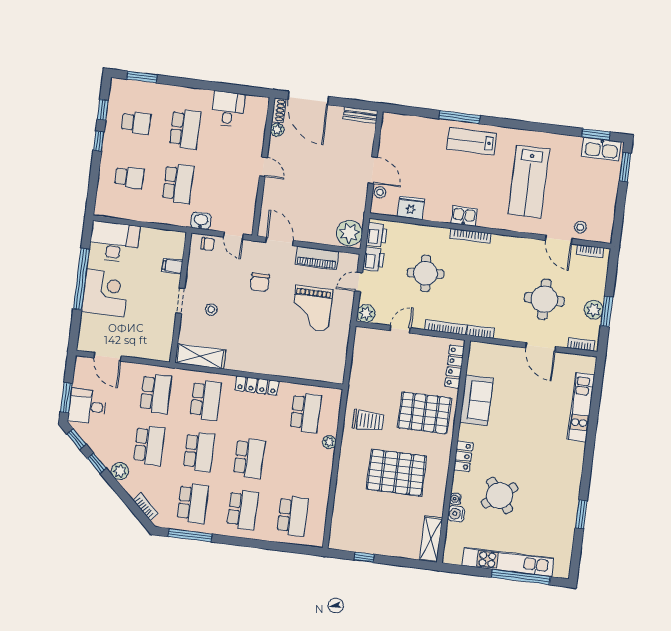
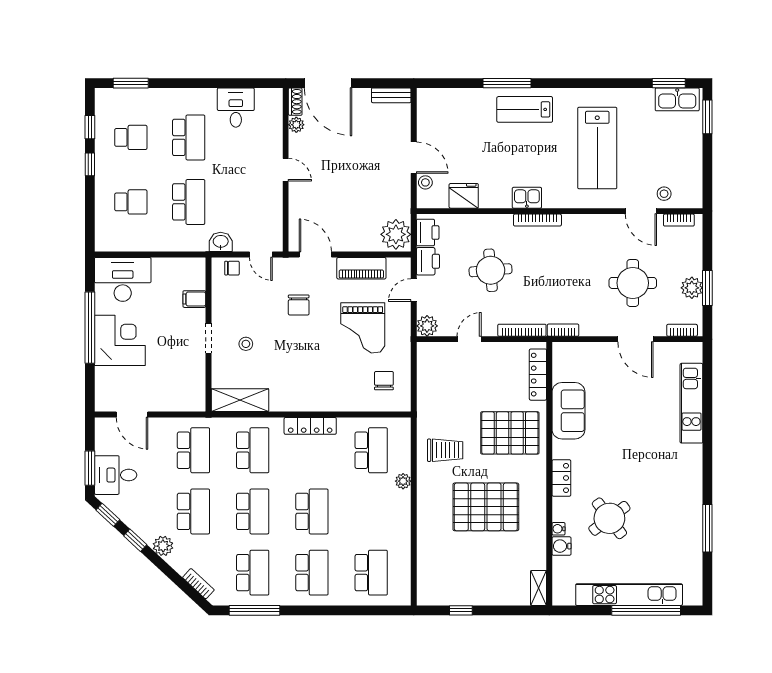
chair: (324, 355) -> (384, 381), added
window: (581, 514) -> (707, 528), width x1.44
shelving: (431, 539) -> (539, 588), width x0.67, depth x0.75

